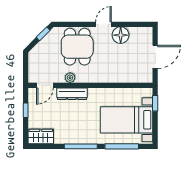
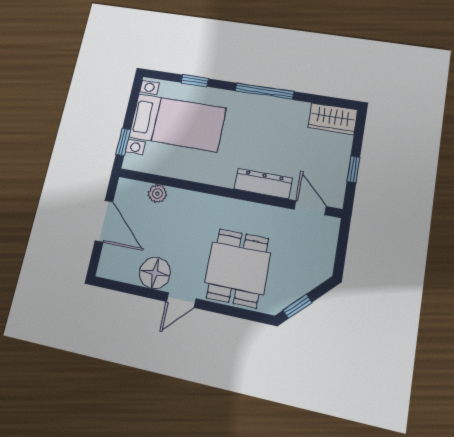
door: (155, 57) -> (104, 221), swing flipped
plant: (70, 78) -> (157, 194), moved
door: (45, 85) -> (310, 208), hinge flipped
window: (122, 146) -> (195, 81), width x0.46

